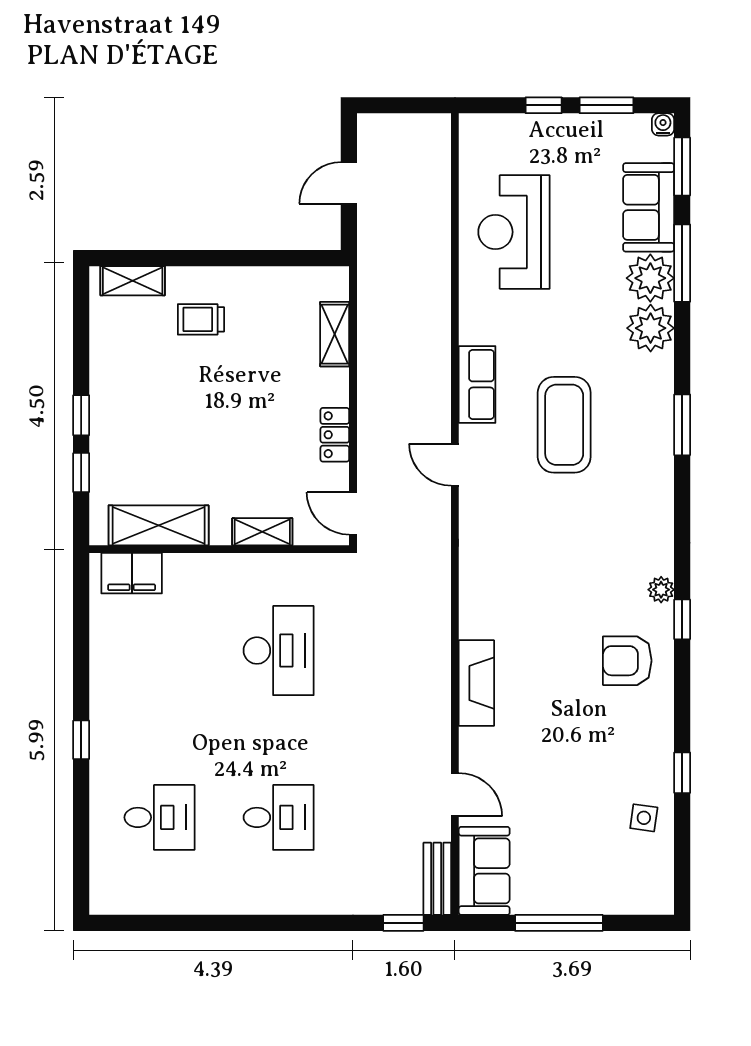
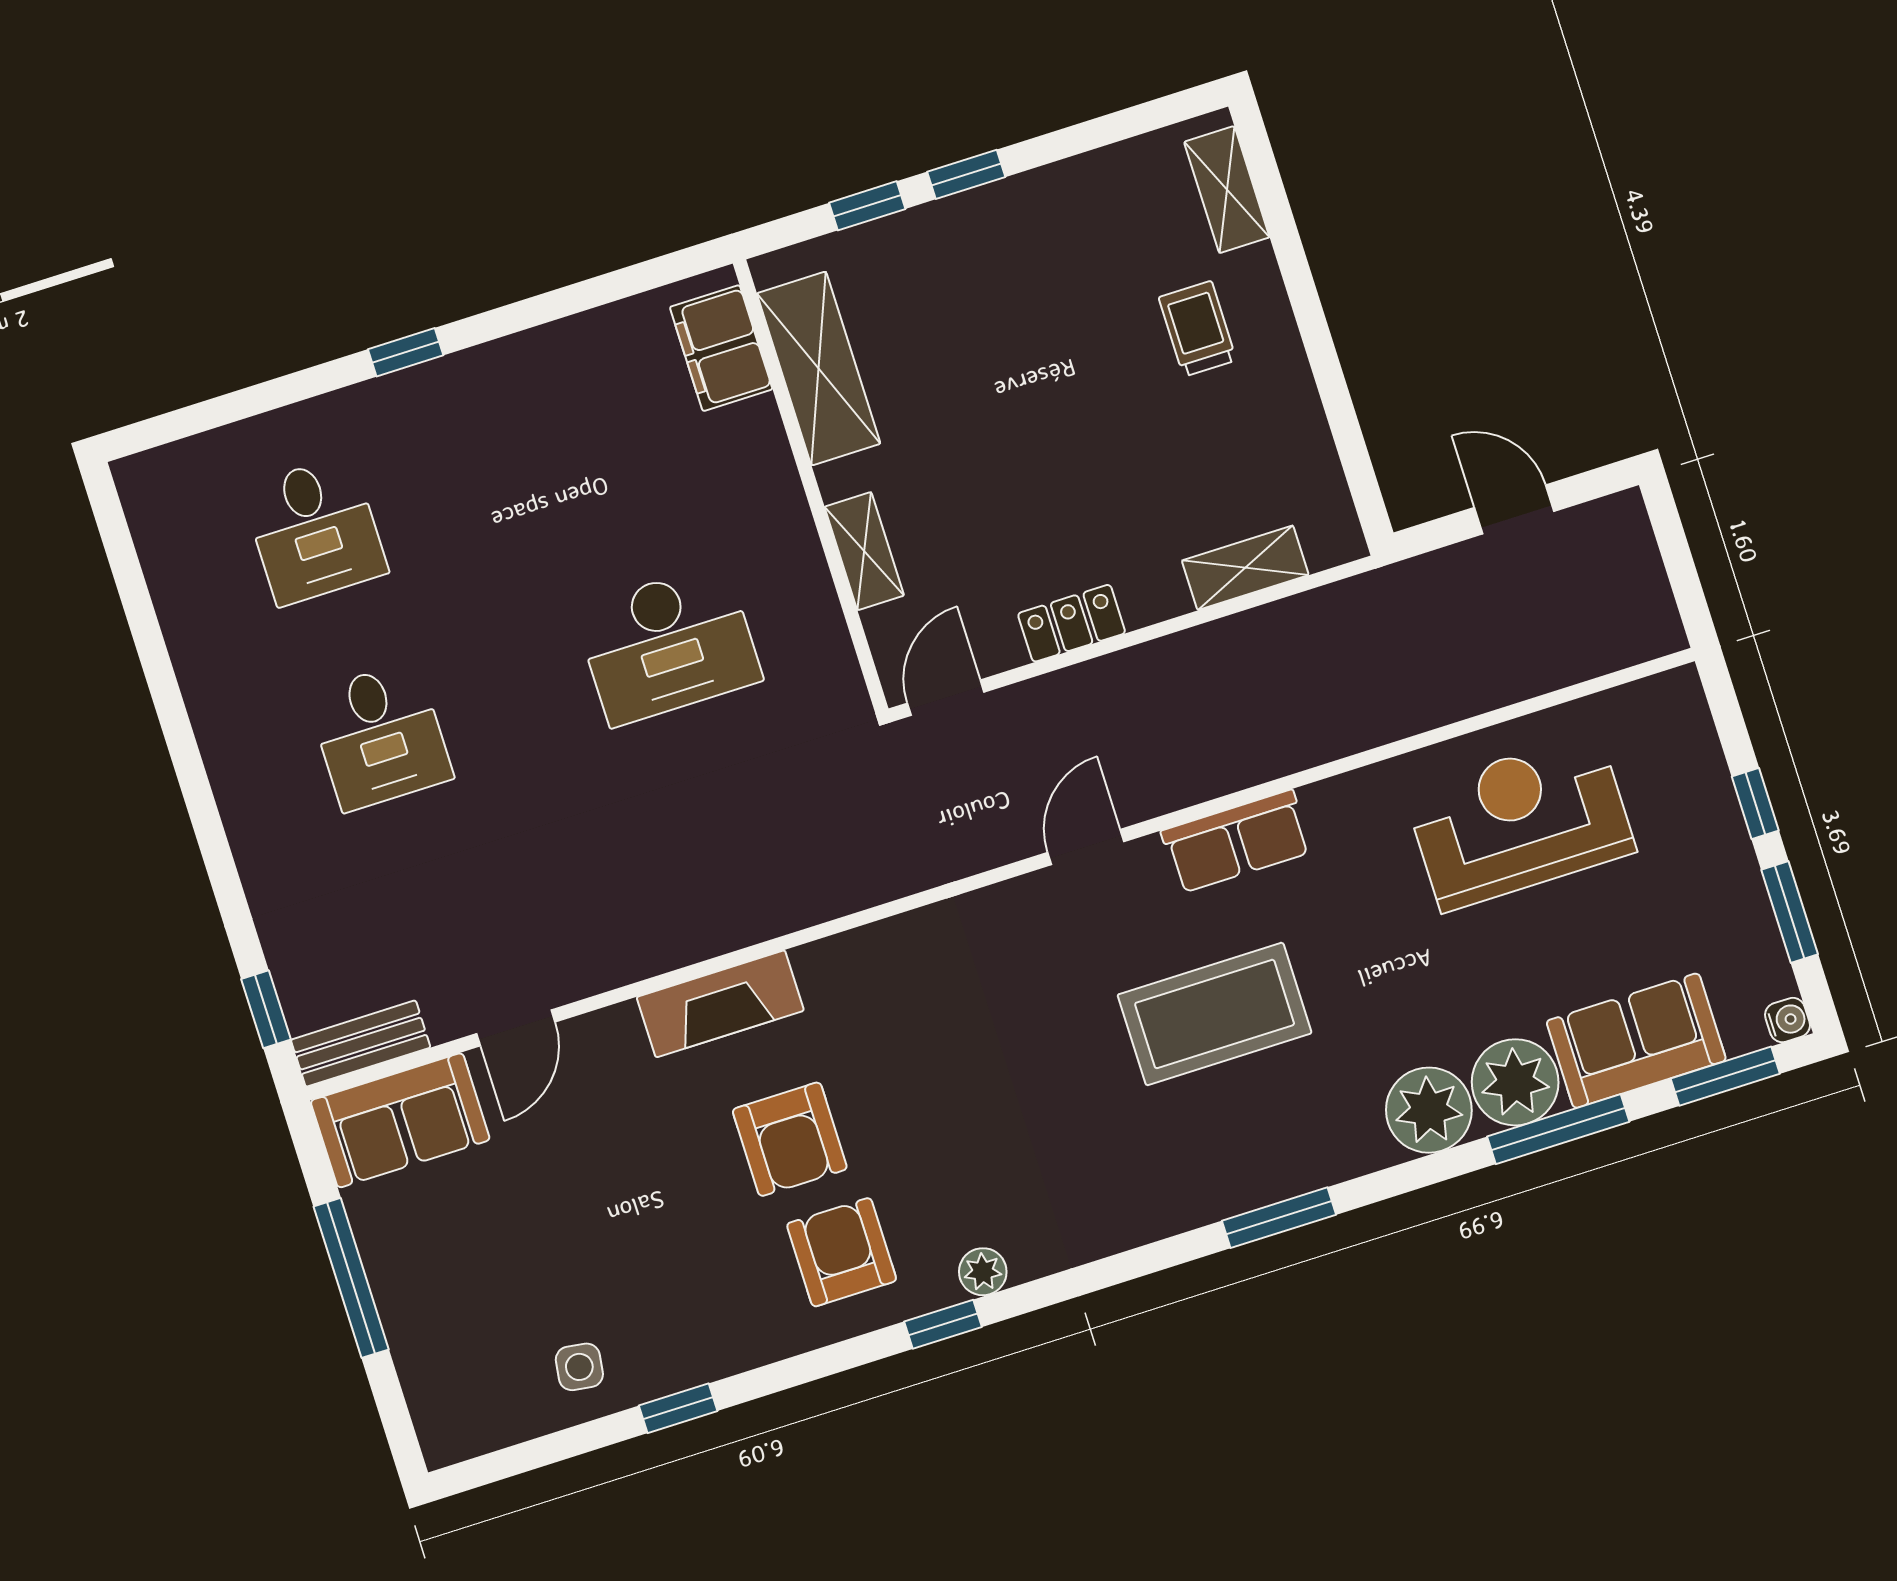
armchair: (559, 669) -> (790, 1139), added

